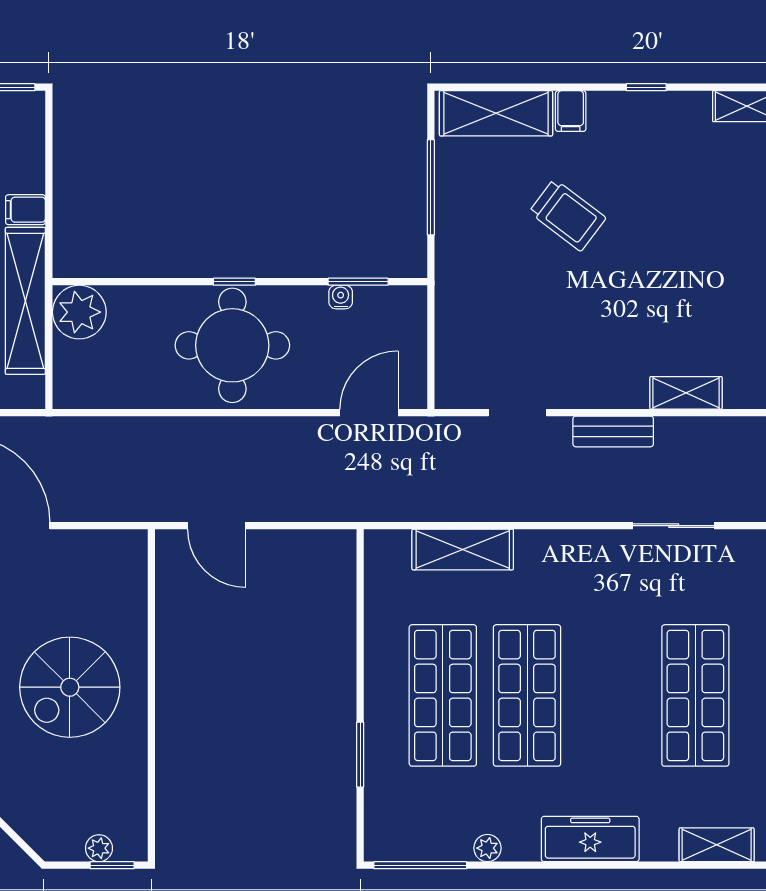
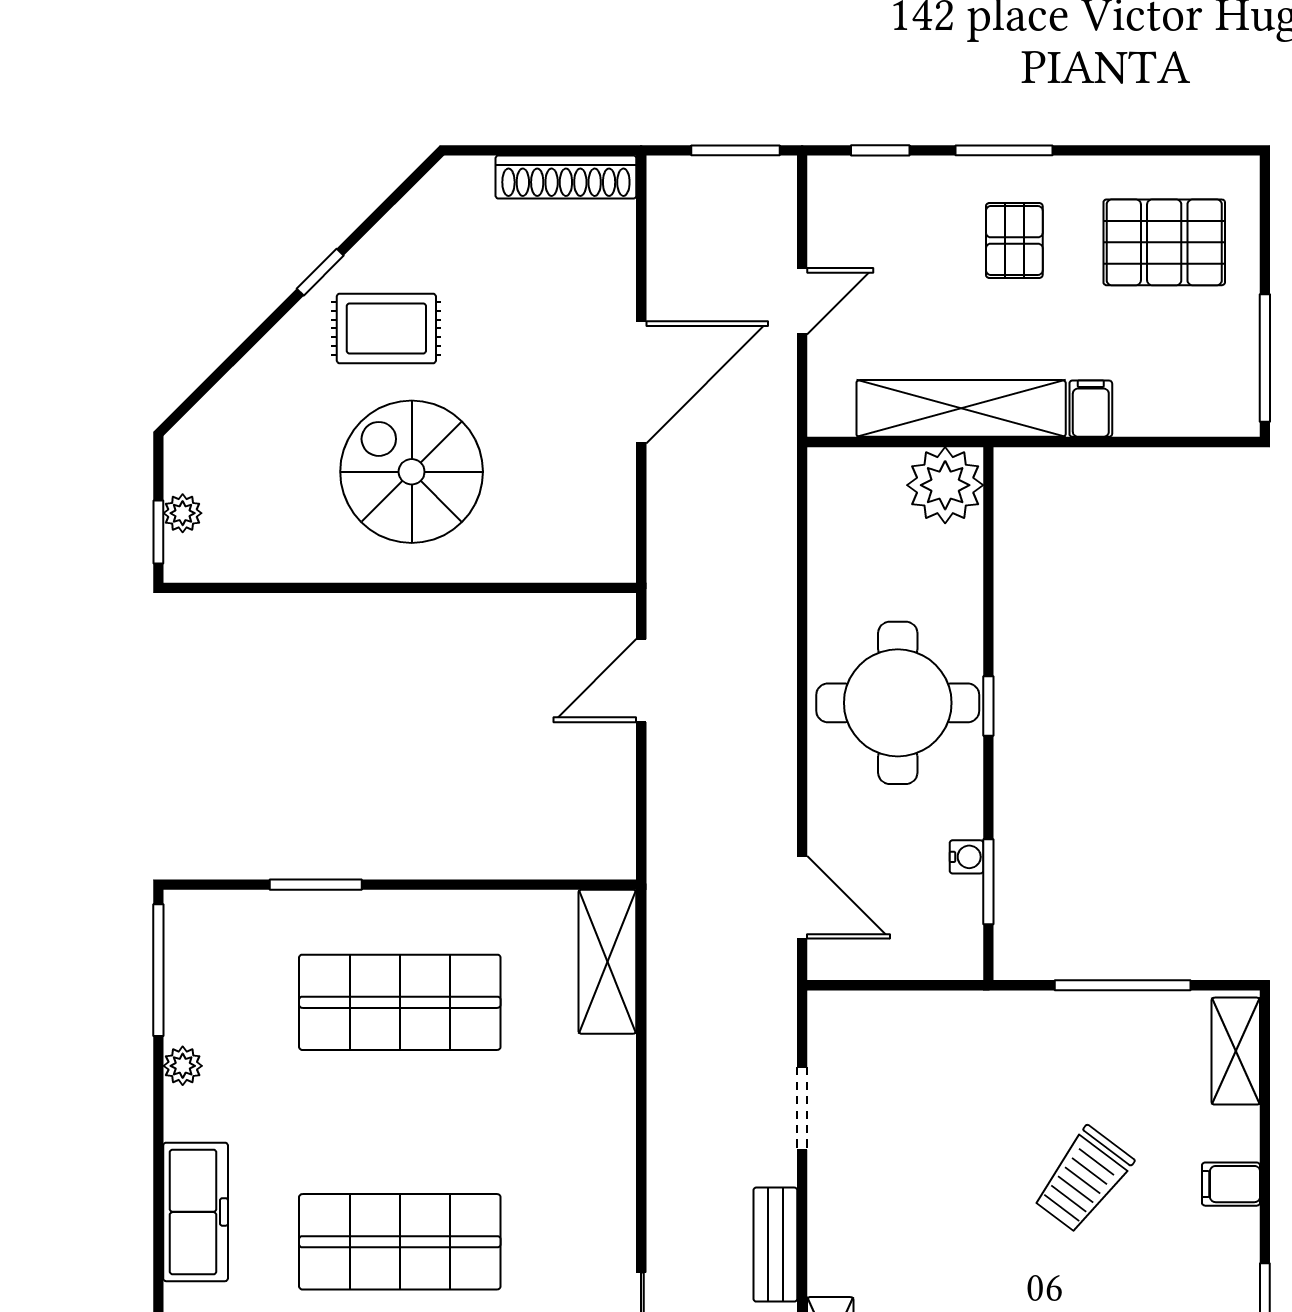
shelving: (496, 113) -> (1236, 1051), width x0.67, depth x0.75
shelving: (463, 550) -> (607, 962), moved
shop shelf: (527, 695) -> (400, 1242), moved

